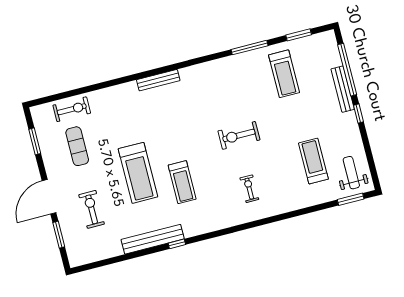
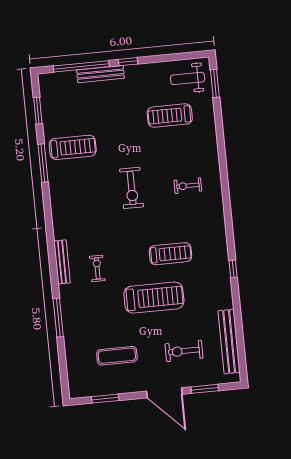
treadmill: (284, 74) -> (73, 147), moved
window: (105, 85) -> (58, 318), added
exercise bike: (72, 109) -> (97, 268), moved, width x0.73, depth x0.72
bench: (153, 239) -> (229, 342), moved

